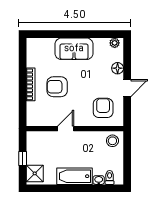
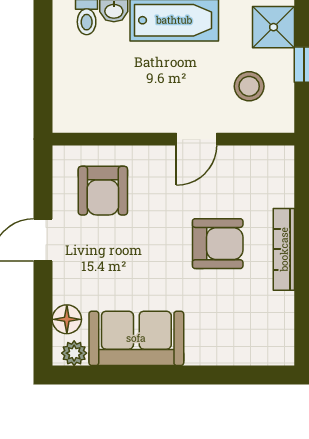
sofa: (74, 49) -> (136, 338), moved
floor lamp: (118, 68) -> (67, 319), moved
stool: (112, 141) -> (249, 86), moved

